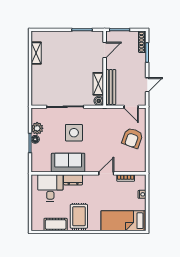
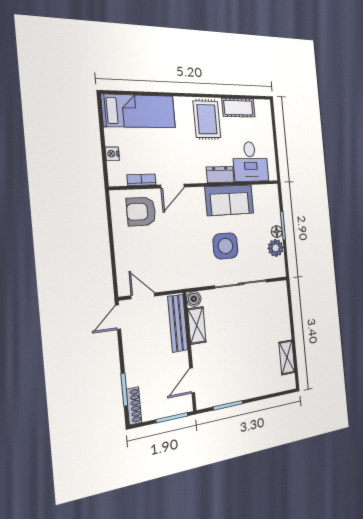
door: (147, 85) -> (118, 317), moved
armchair: (132, 138) -> (141, 212), moved, turned -110

